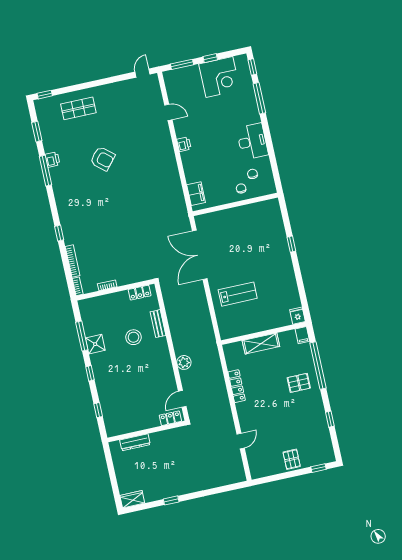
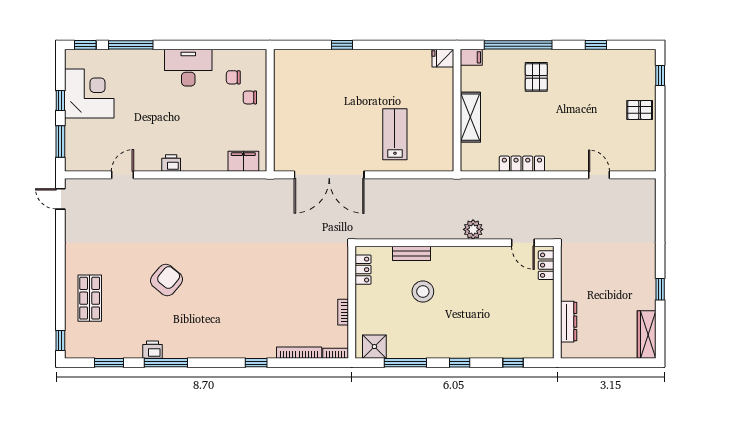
shower: (95, 344) -> (374, 347), moved
wardrobe: (132, 499) -> (647, 335), width x1.50

